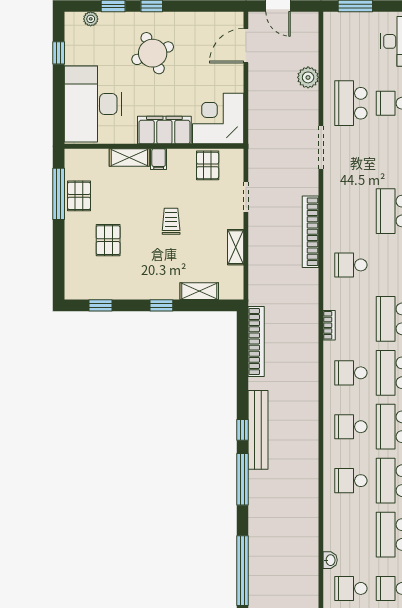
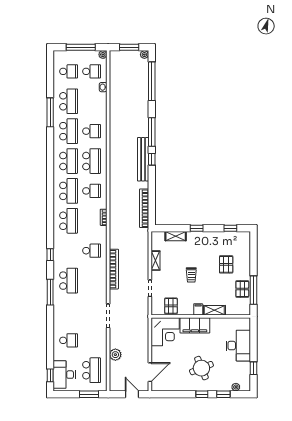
school desk: (351, 103) -> (92, 370), moved
desk: (93, 104) -> (238, 346), width x0.73, depth x0.77
school desk: (351, 427) -> (92, 161), width x1.85

